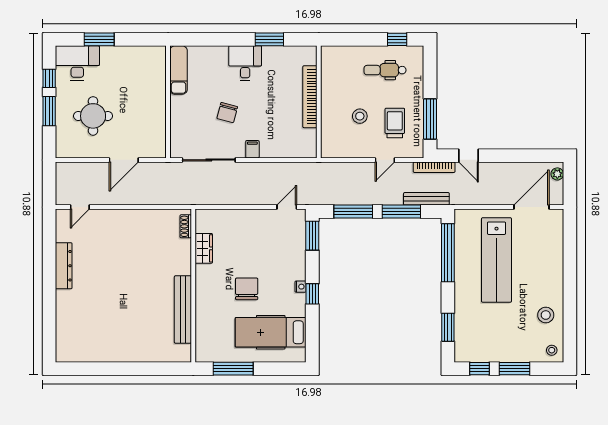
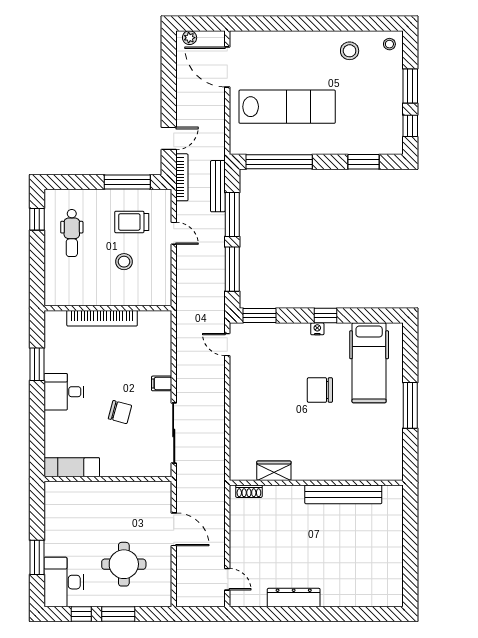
shoe rack: (186, 226) -> (249, 491), moved
wardrobe: (204, 248) -> (274, 471), moved
wall: (193, 286) -> (316, 483), moved
bench: (183, 310) -> (343, 494), moved

